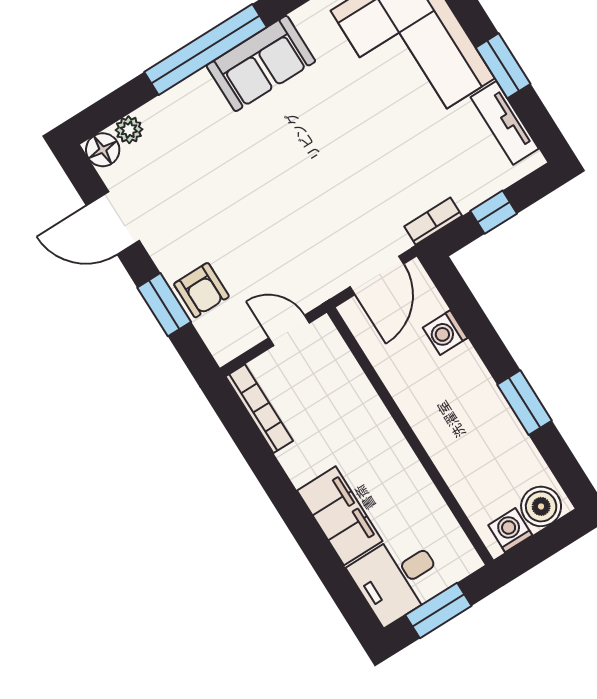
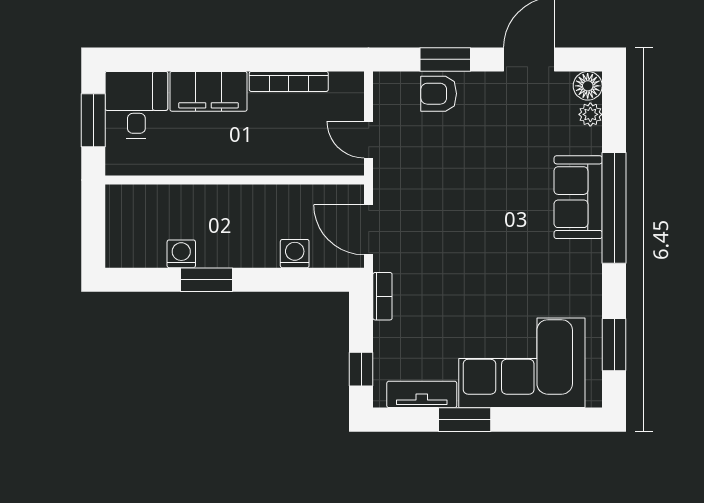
sofa: (261, 63) -> (578, 197), moved
window: (494, 212) -> (361, 369), moved
door: (289, 330) -> (369, 140), swing flipped
bookcase: (259, 409) -> (289, 81), moved
boiler: (541, 506) -> (122, 244), removed
washing machine: (510, 530) -> (181, 254), moved, turned -90

